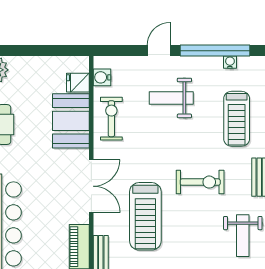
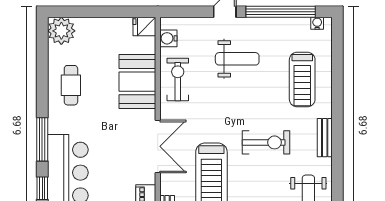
water cooler: (230, 62) -> (317, 23), moved
fridge: (78, 83) -> (144, 26), moved
weight bench: (171, 98) -> (237, 59), turned 180

